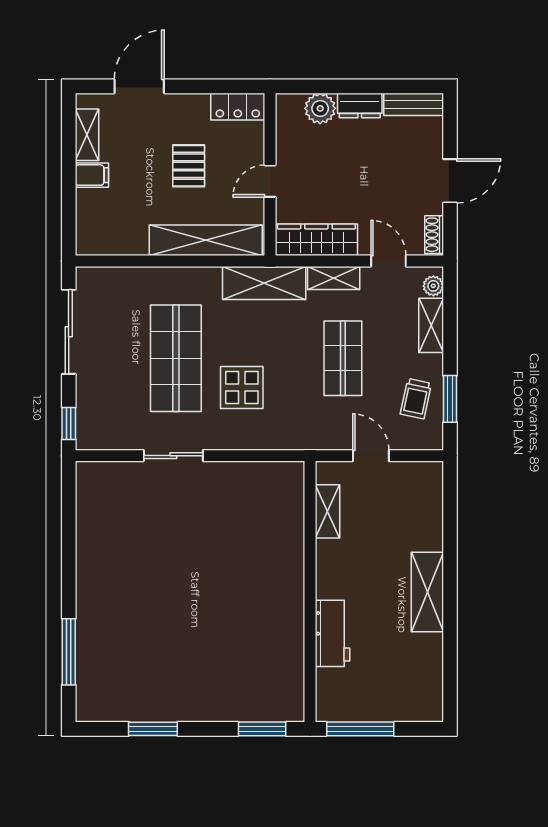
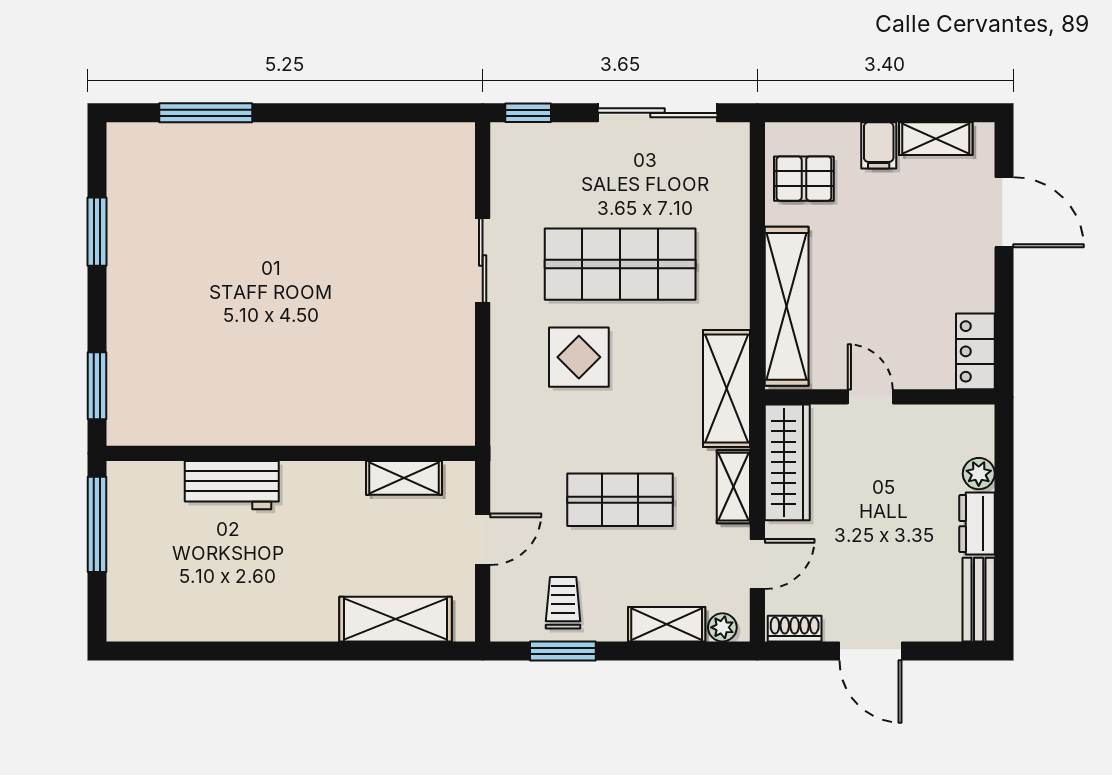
plant: (320, 108) -> (979, 474), width x0.73, depth x0.73
pallet: (189, 166) -> (804, 179), moved
trolley: (416, 399) -> (563, 603), turned 78
shelving: (427, 592) -> (396, 619), moved

